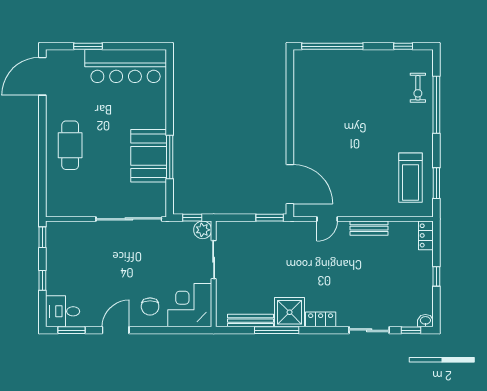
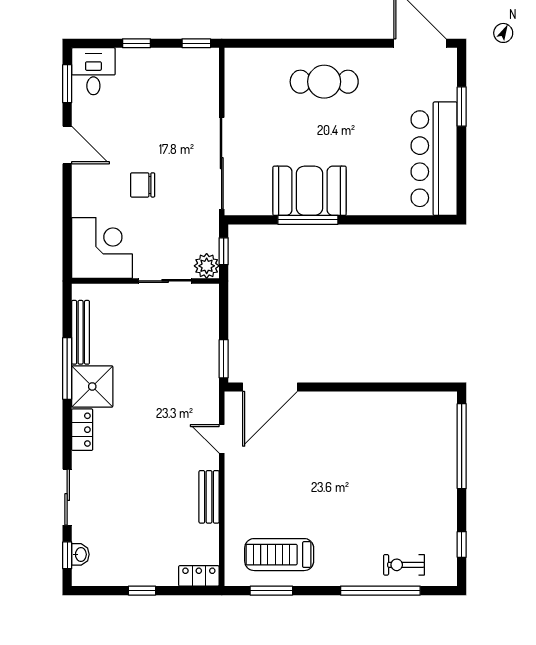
chair: (150, 306) -> (143, 185), moved
washbasin: (425, 321) -> (80, 554), moved

